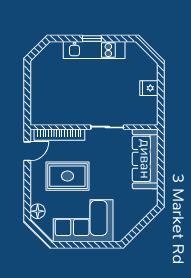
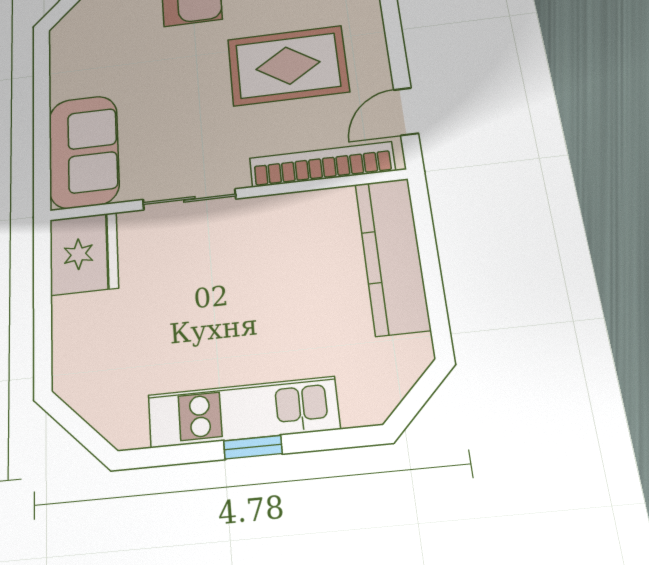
fridge: (149, 88) -> (84, 254), moved, width x1.88, depth x1.34
kitchen counter: (39, 98) -> (392, 255), added
sofa: (145, 159) -> (84, 152), width x0.73

